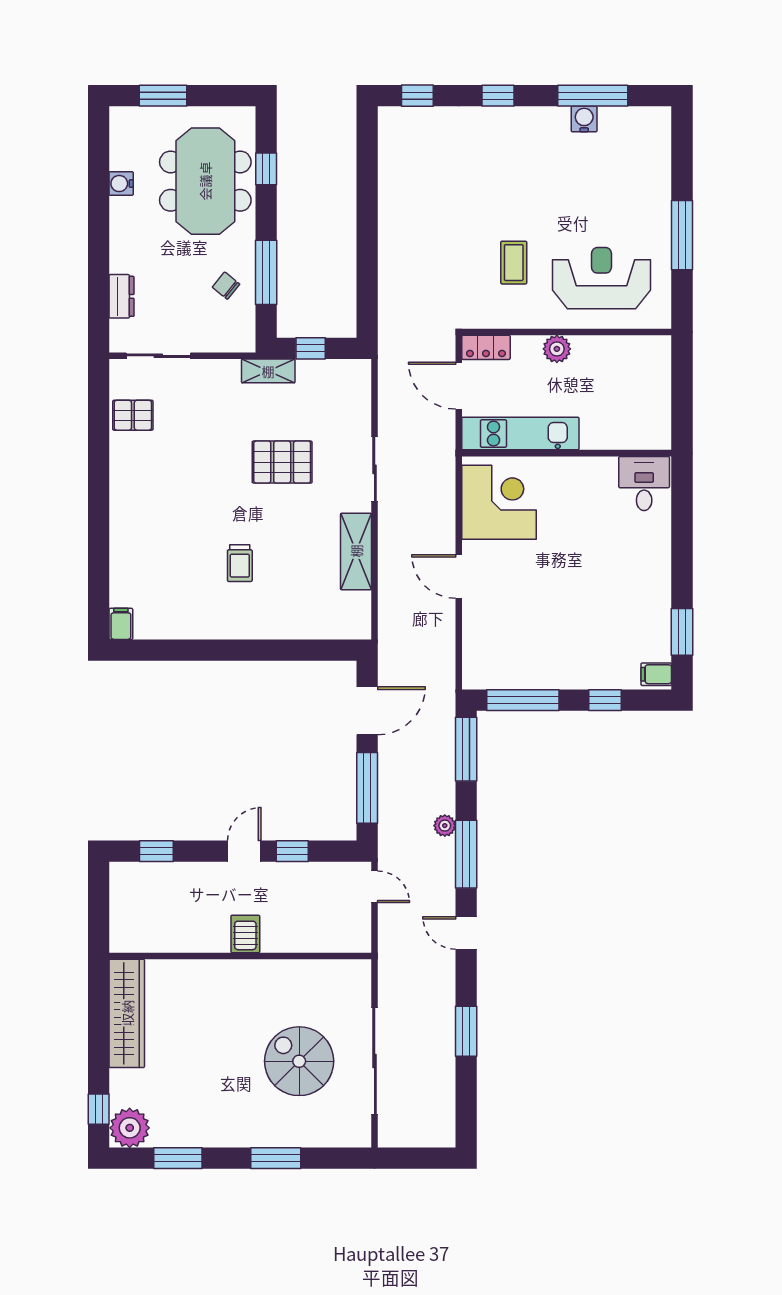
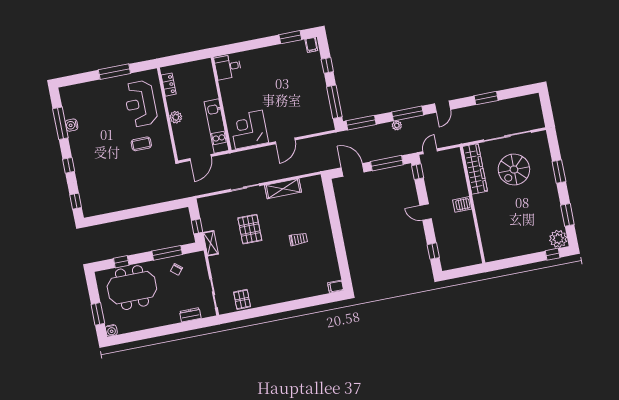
water cooler: (121, 184) -> (111, 330), moved
locker: (486, 347) -> (169, 85), moved
window: (292, 851) -> (418, 172), moved
wardrobe: (127, 1013) -> (475, 169), moved, turned 90

